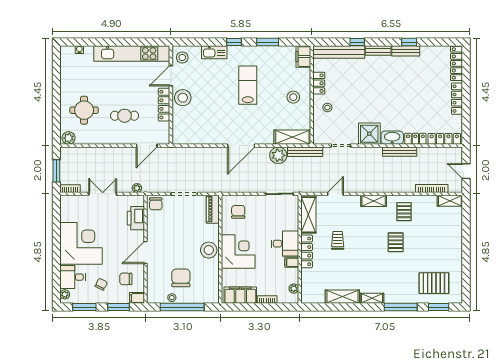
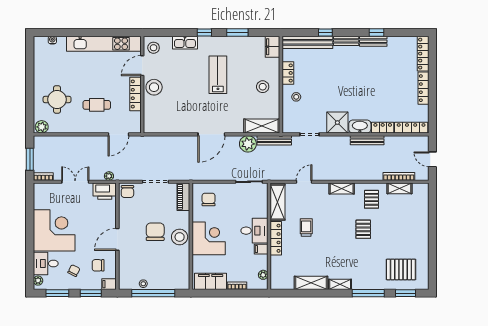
shelving: (450, 201) -> (399, 188), moved
printer: (136, 218) -> (105, 191), moved, turned -90
chair: (181, 278) -> (155, 232), moved

